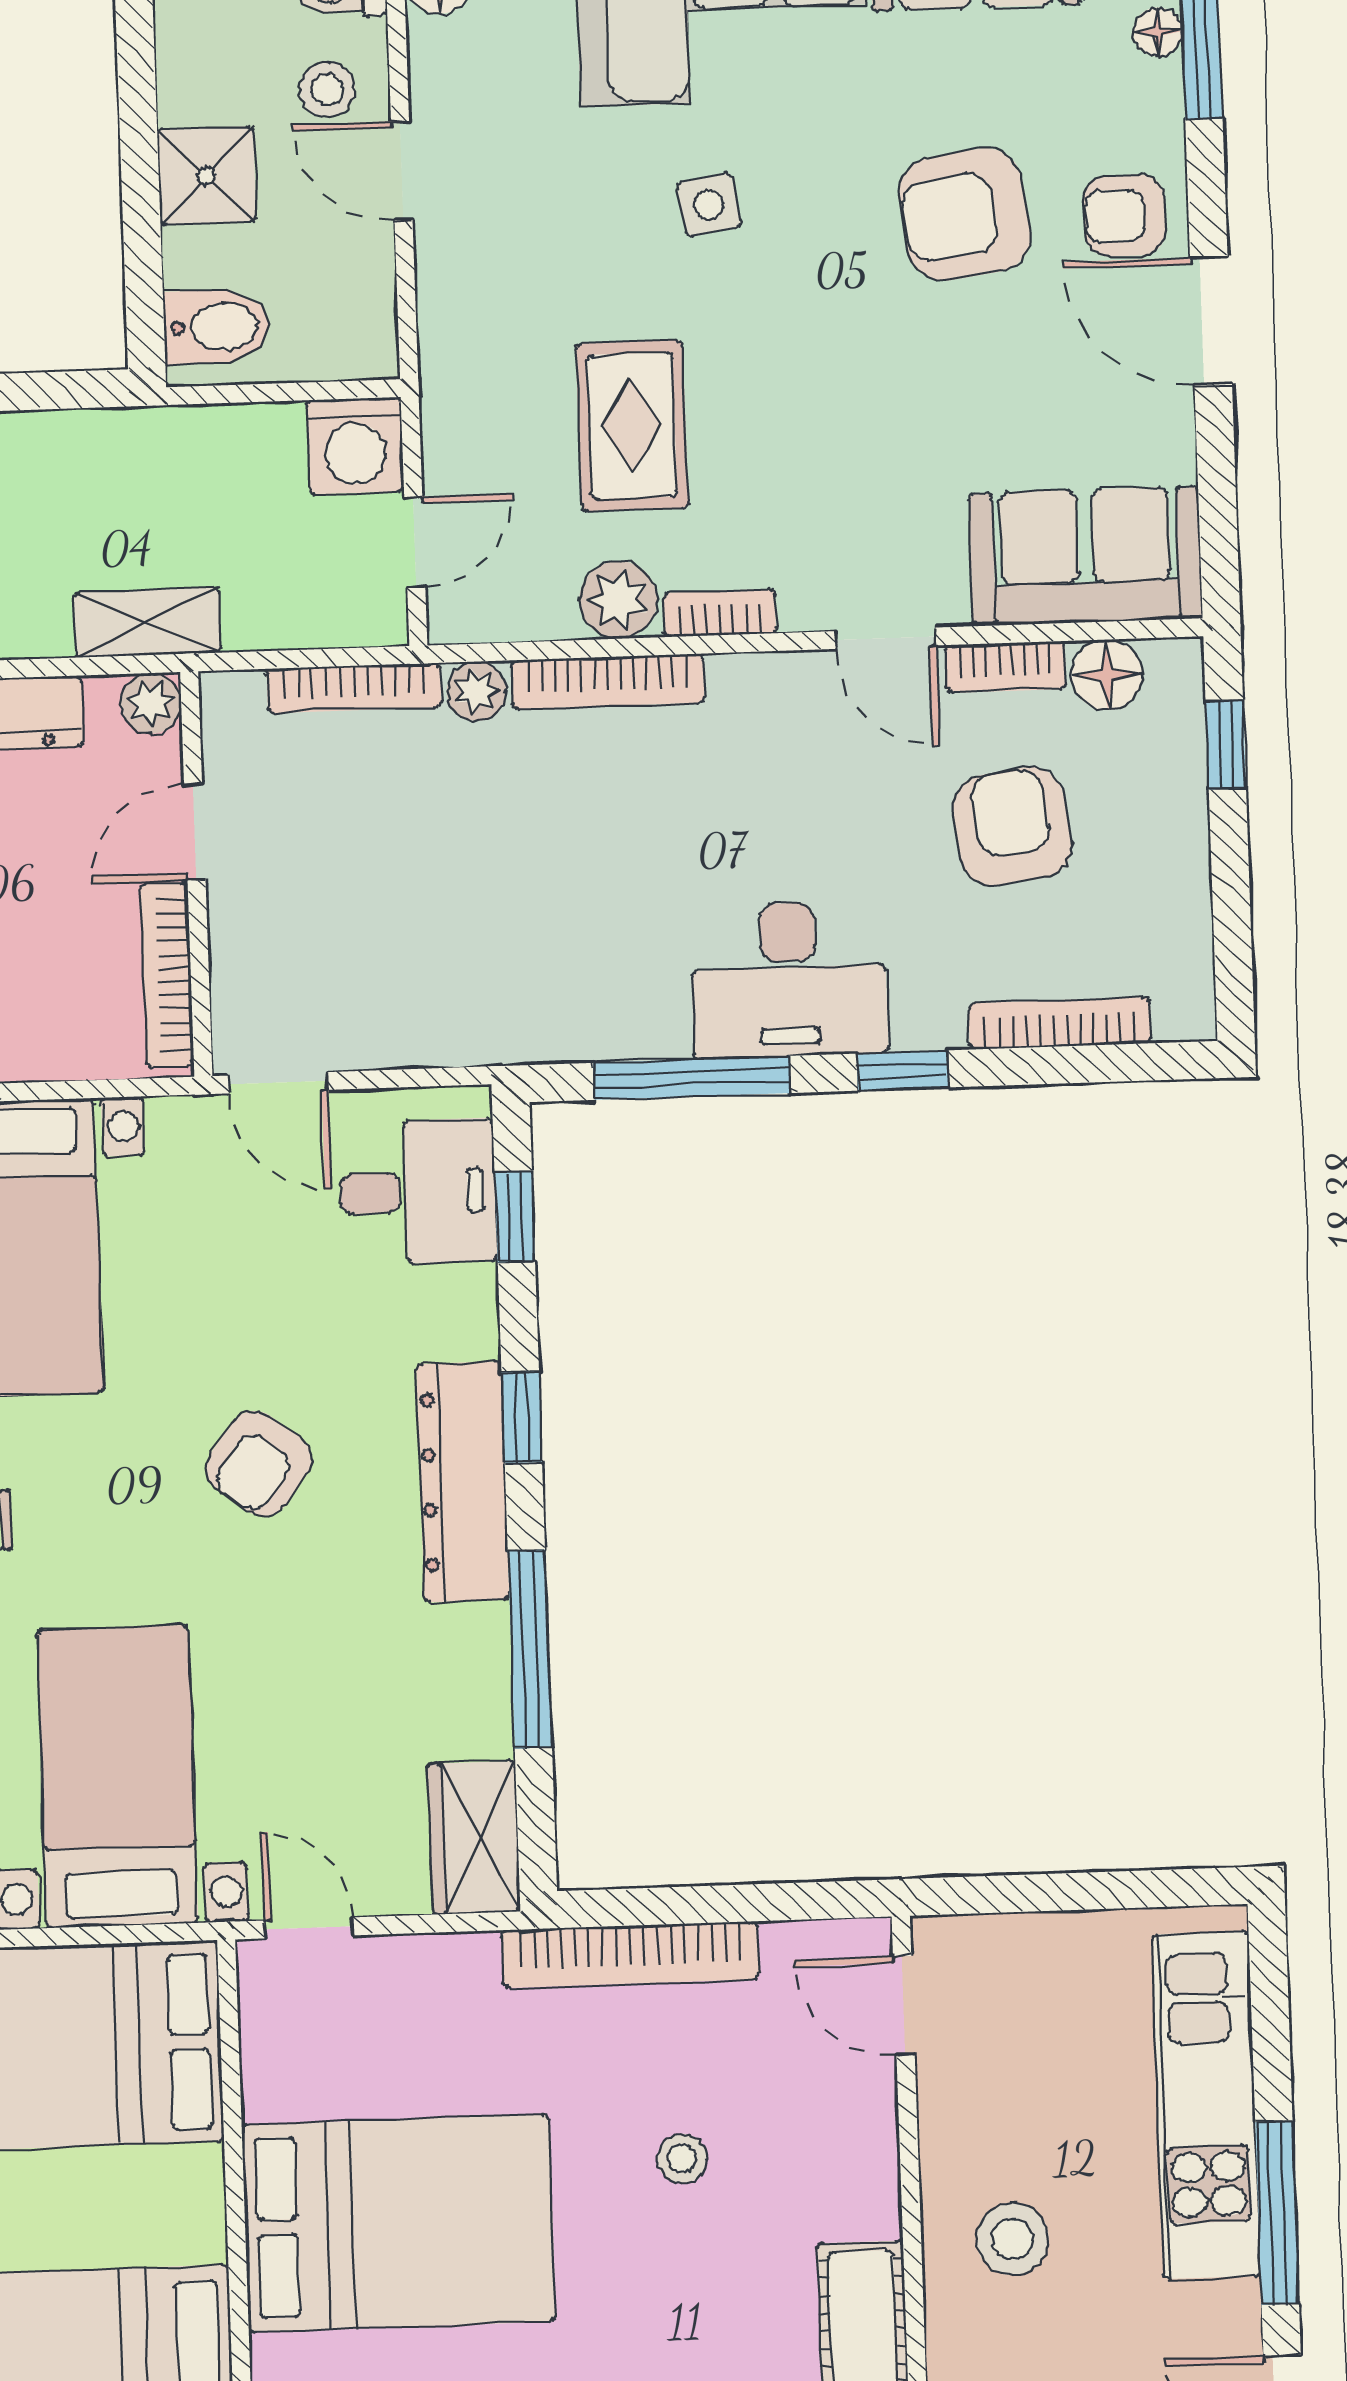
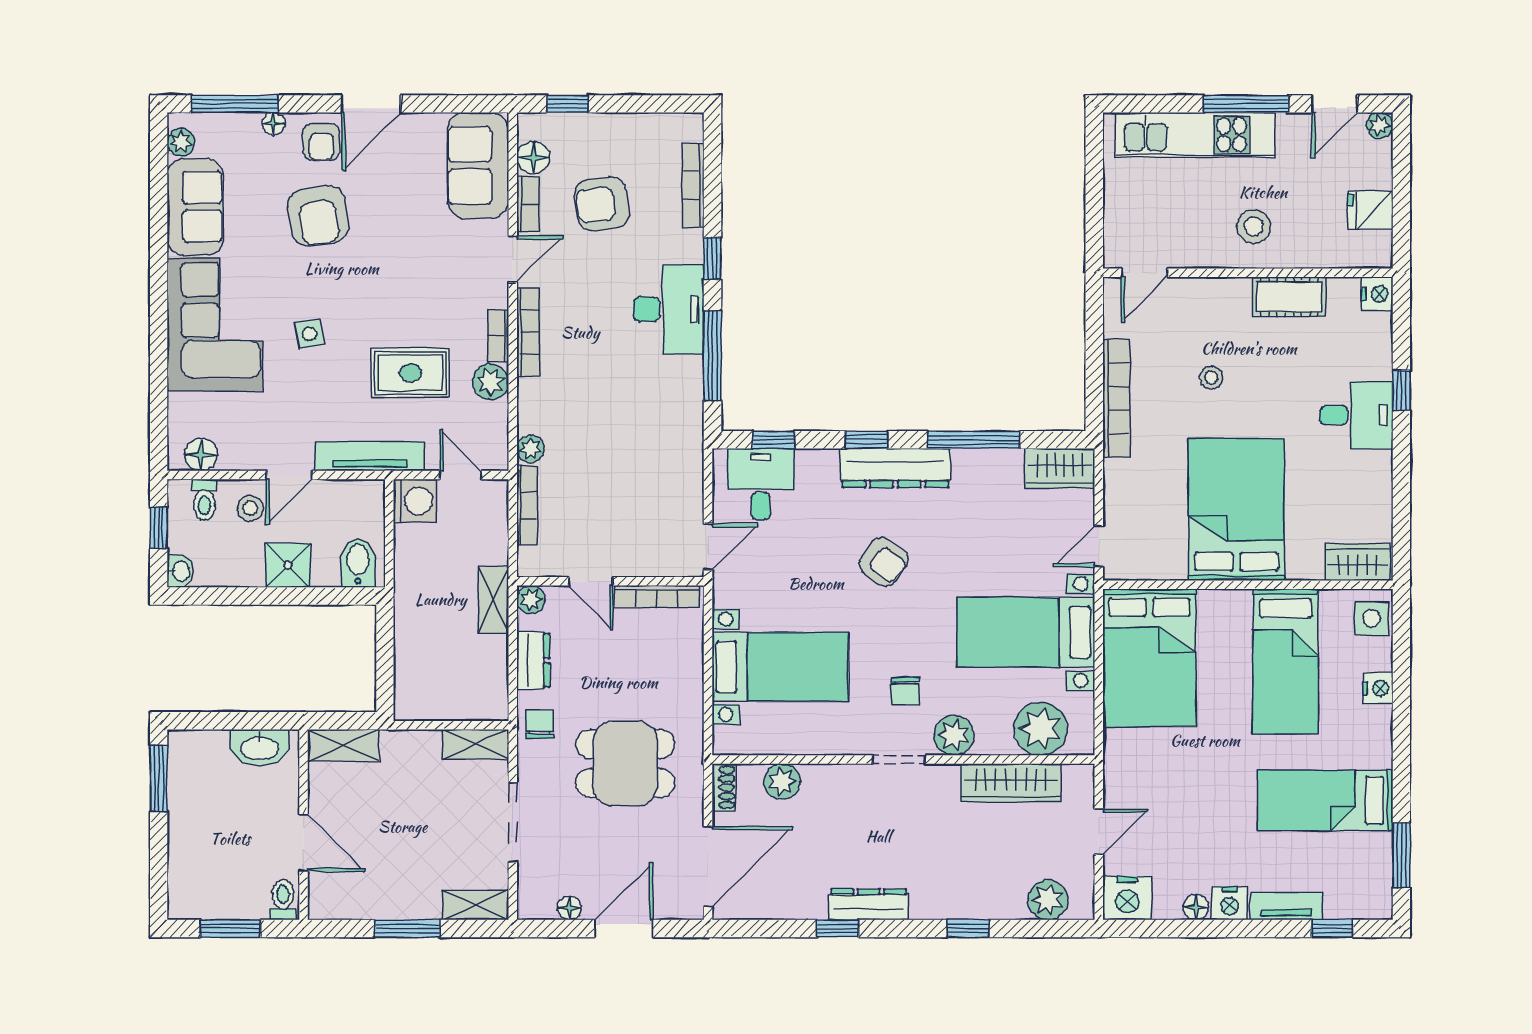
floor lamp: (1158, 32) -> (273, 124), moved
tv unit: (449, 344) -> (370, 456), added
bookcase: (608, 682) -> (528, 332), moved

